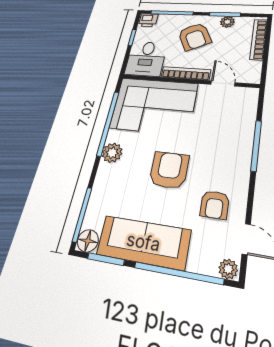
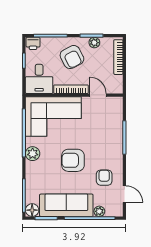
armchair: (169, 170) -> (73, 160), turned -90
armchair: (215, 205) -> (104, 178), turned 180
plant: (228, 269) -> (99, 211), moved

